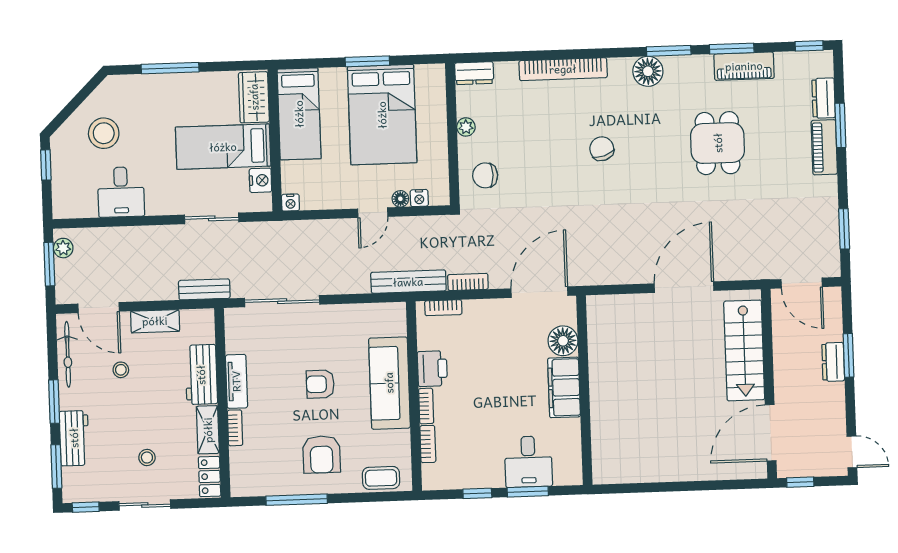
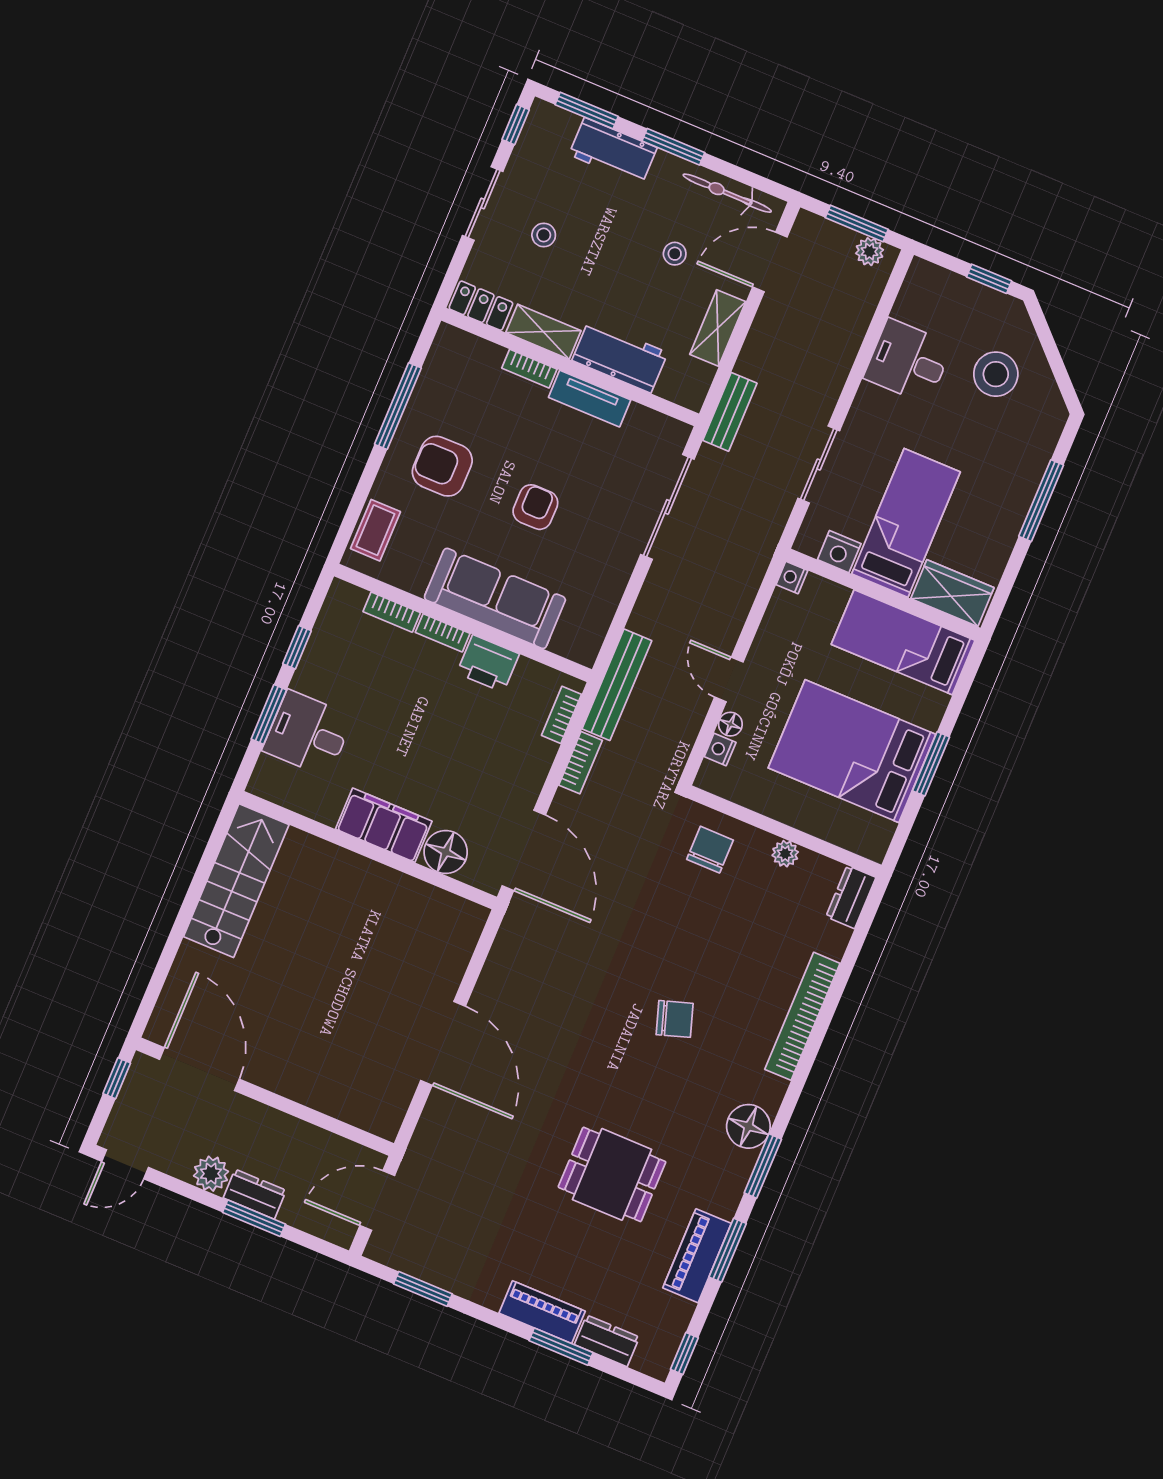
stairs: (744, 350) -> (236, 881), moved, turned 90
plant: (833, 395) -> (211, 1174), added

